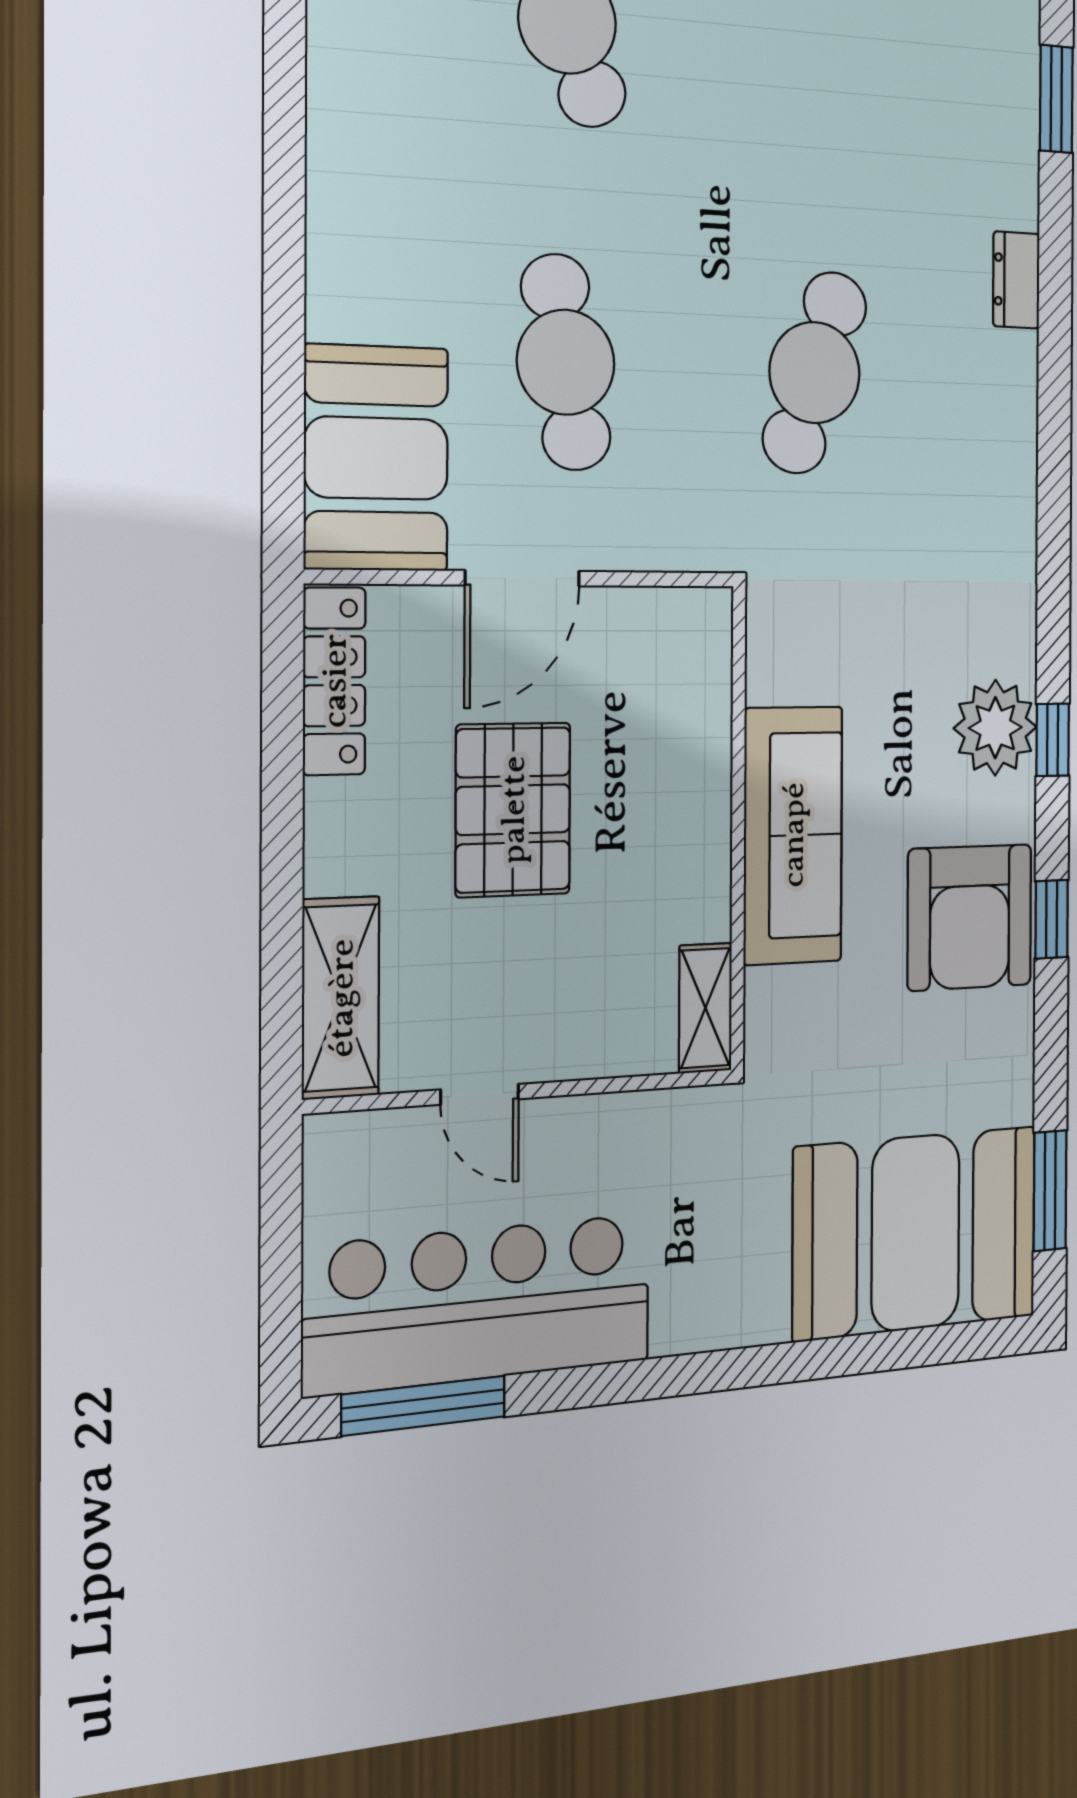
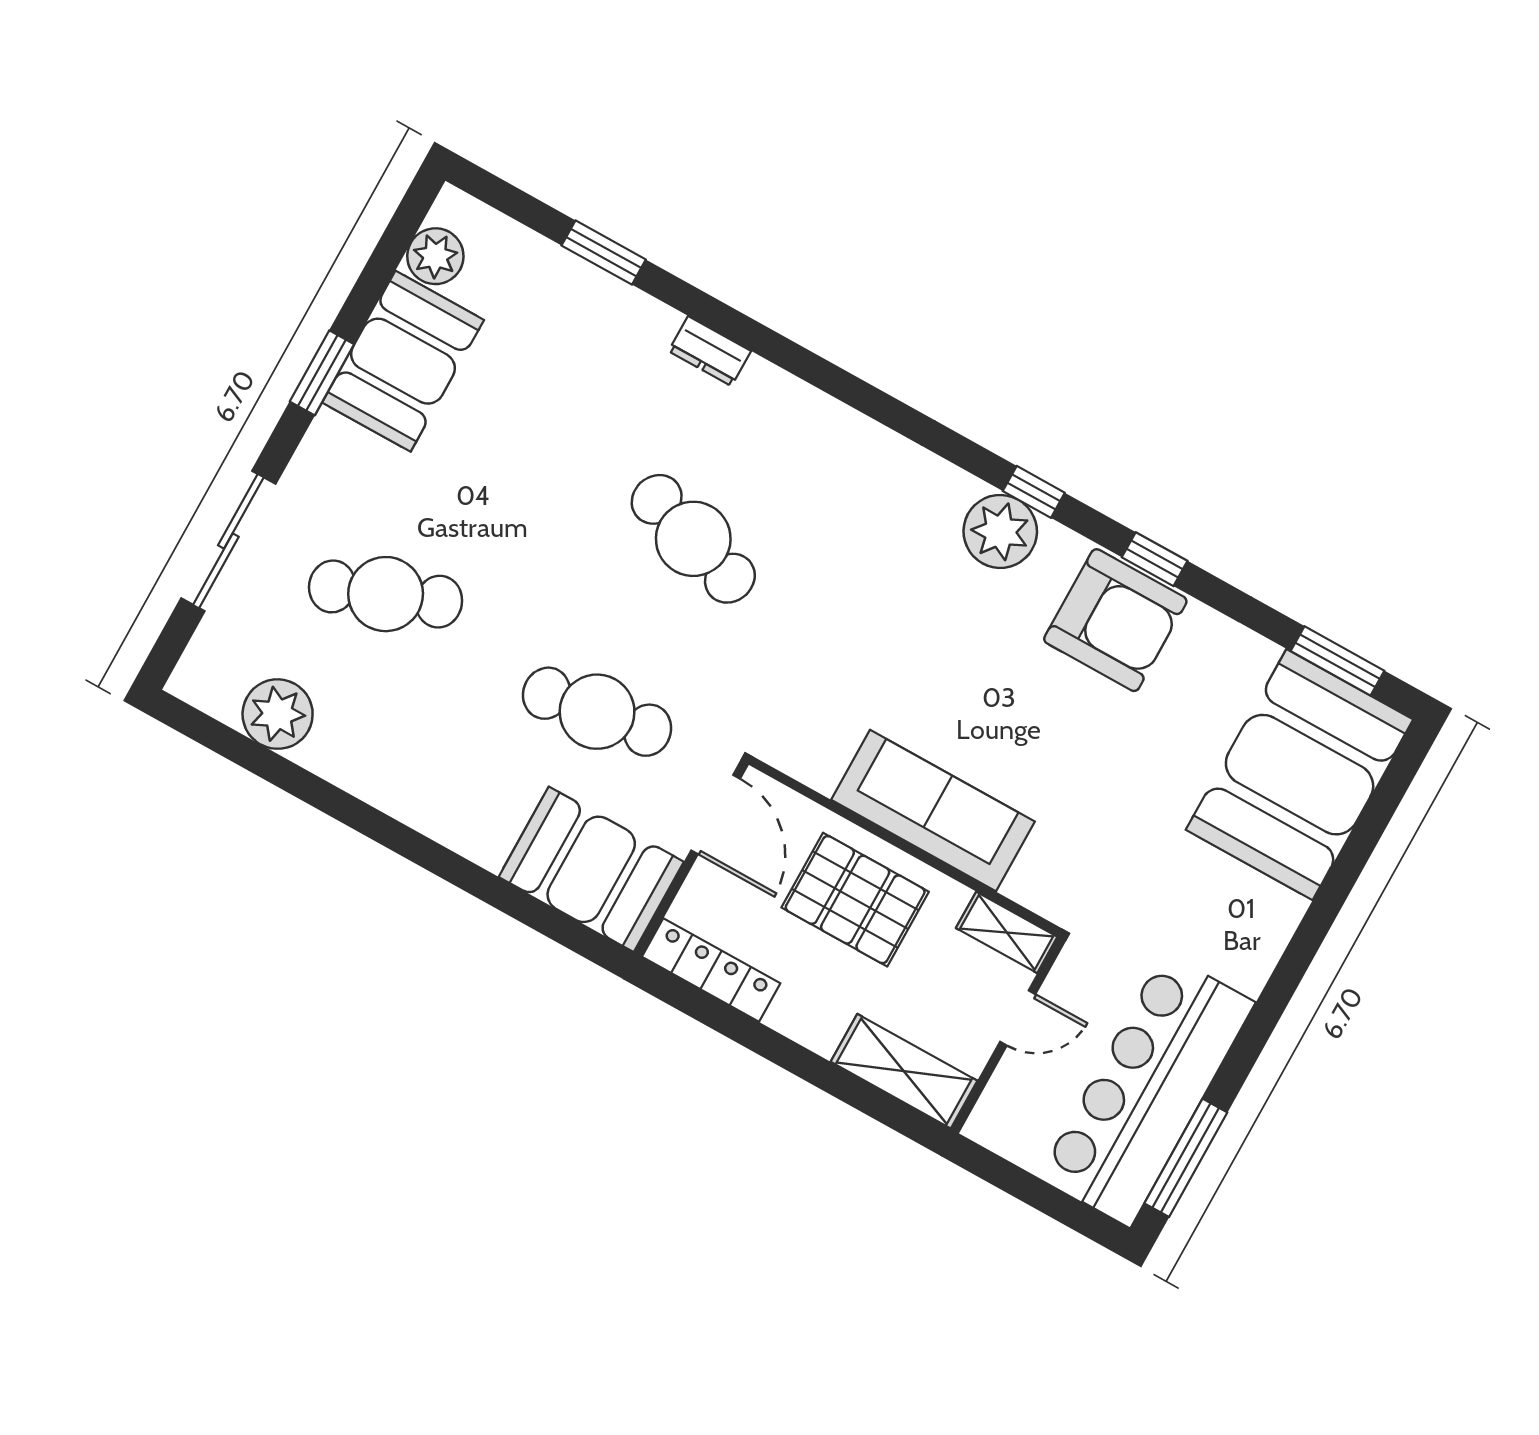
wall: (738, 828) -> (905, 847), moved
sofa: (793, 835) -> (933, 811), moved
shelving: (705, 1008) -> (1007, 932), moved

